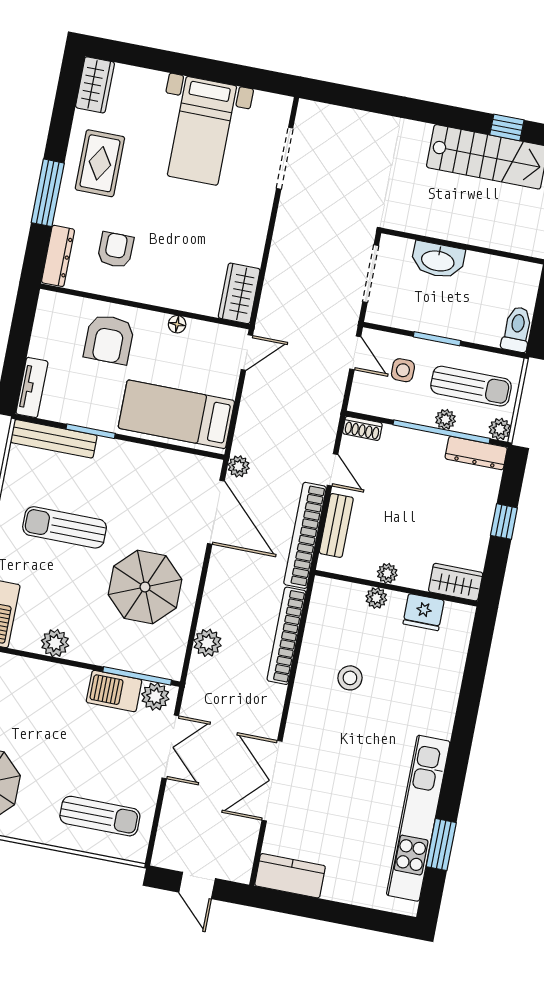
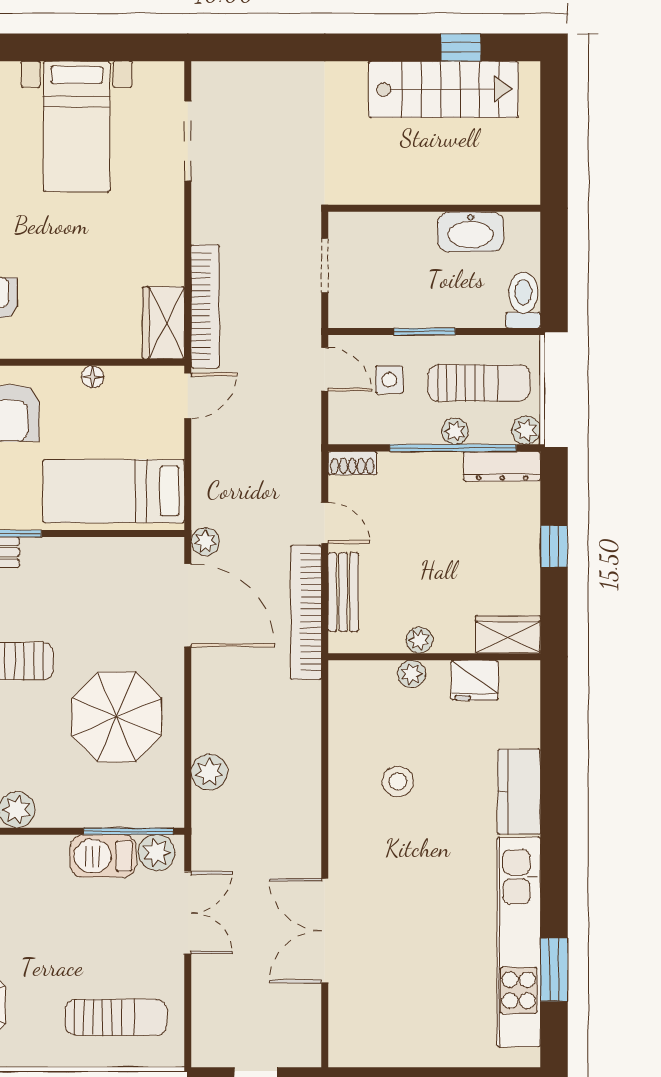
washbasin: (438, 260) -> (470, 232), moved
doorway: (371, 274) -> (325, 266), width x0.73
bookcase: (286, 636) -> (205, 306), moved, turned 180
kitchen counter: (290, 876) -> (519, 792), moved, turned -90

